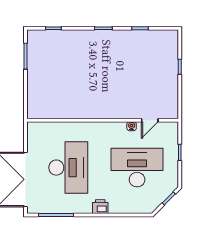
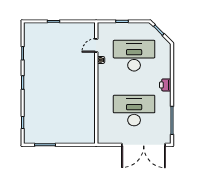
door: (150, 120) -> (96, 45), swing flipped
desk: (137, 168) -> (134, 56), turned 90

